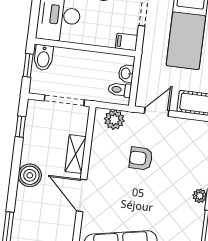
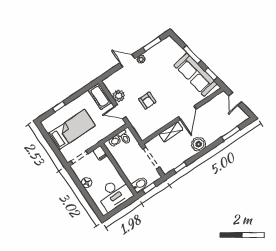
plant: (114, 120) -> (119, 96), moved

